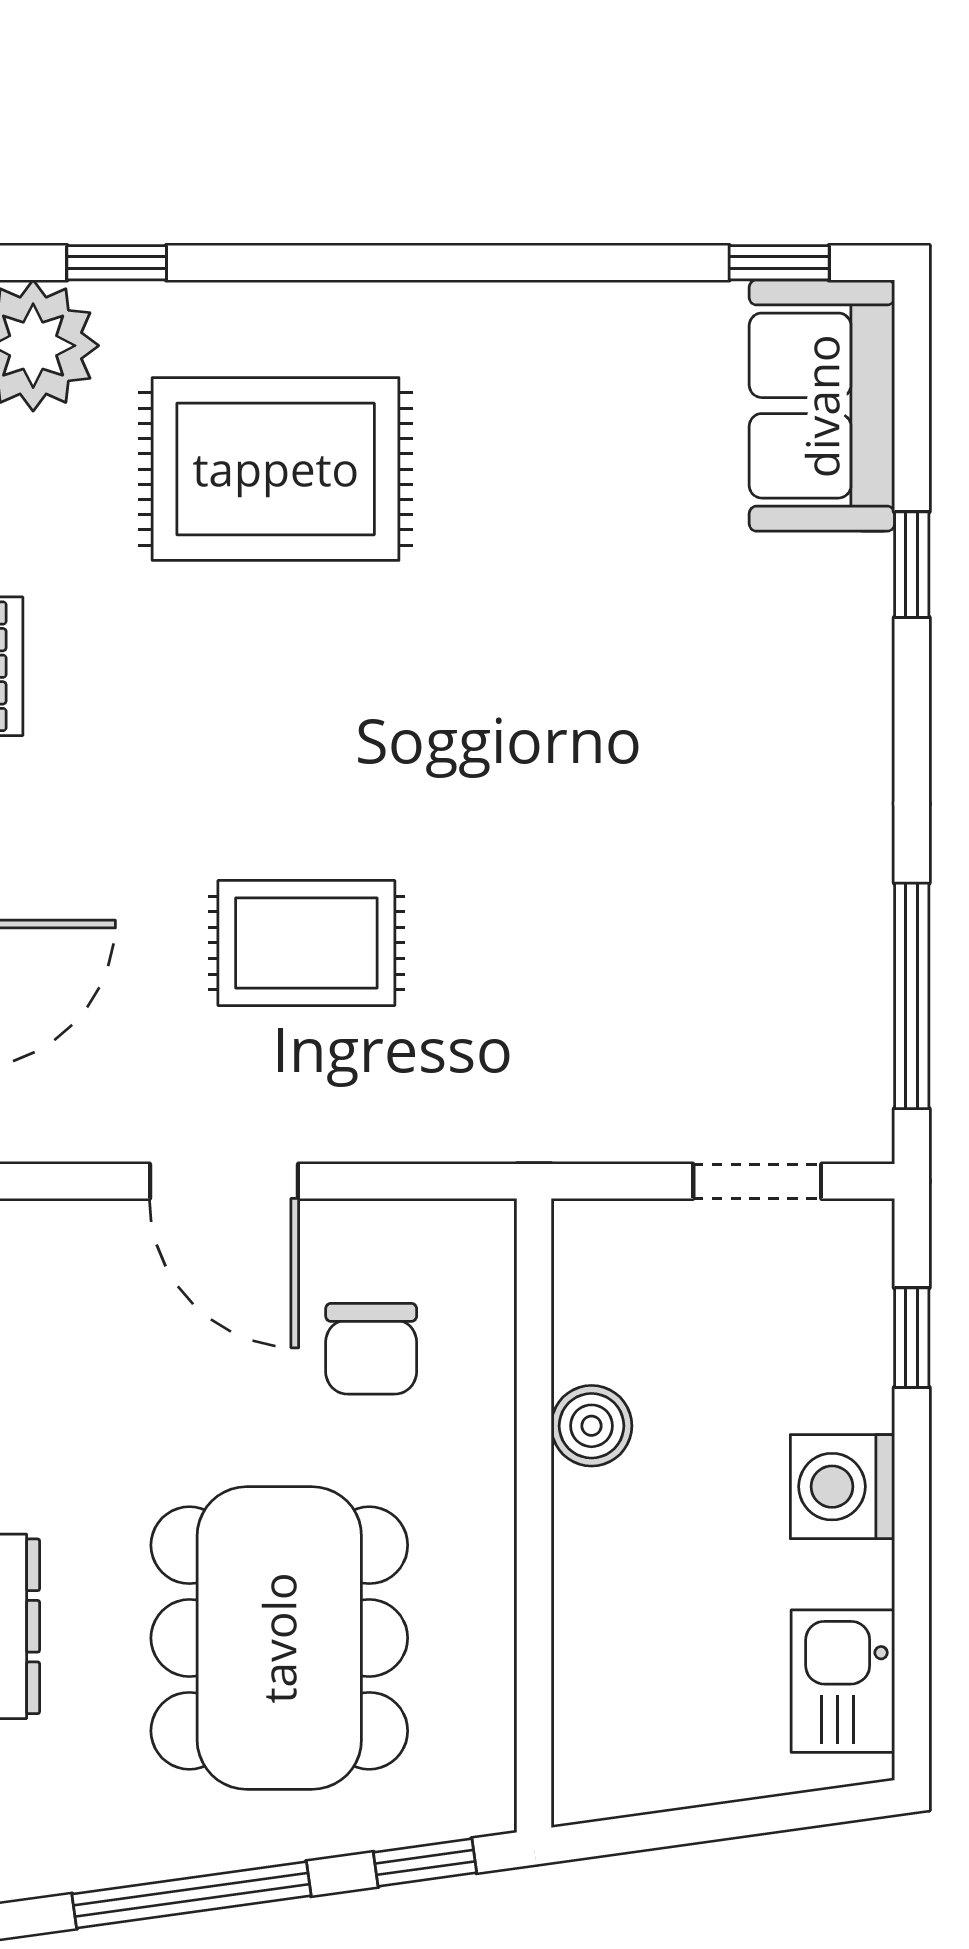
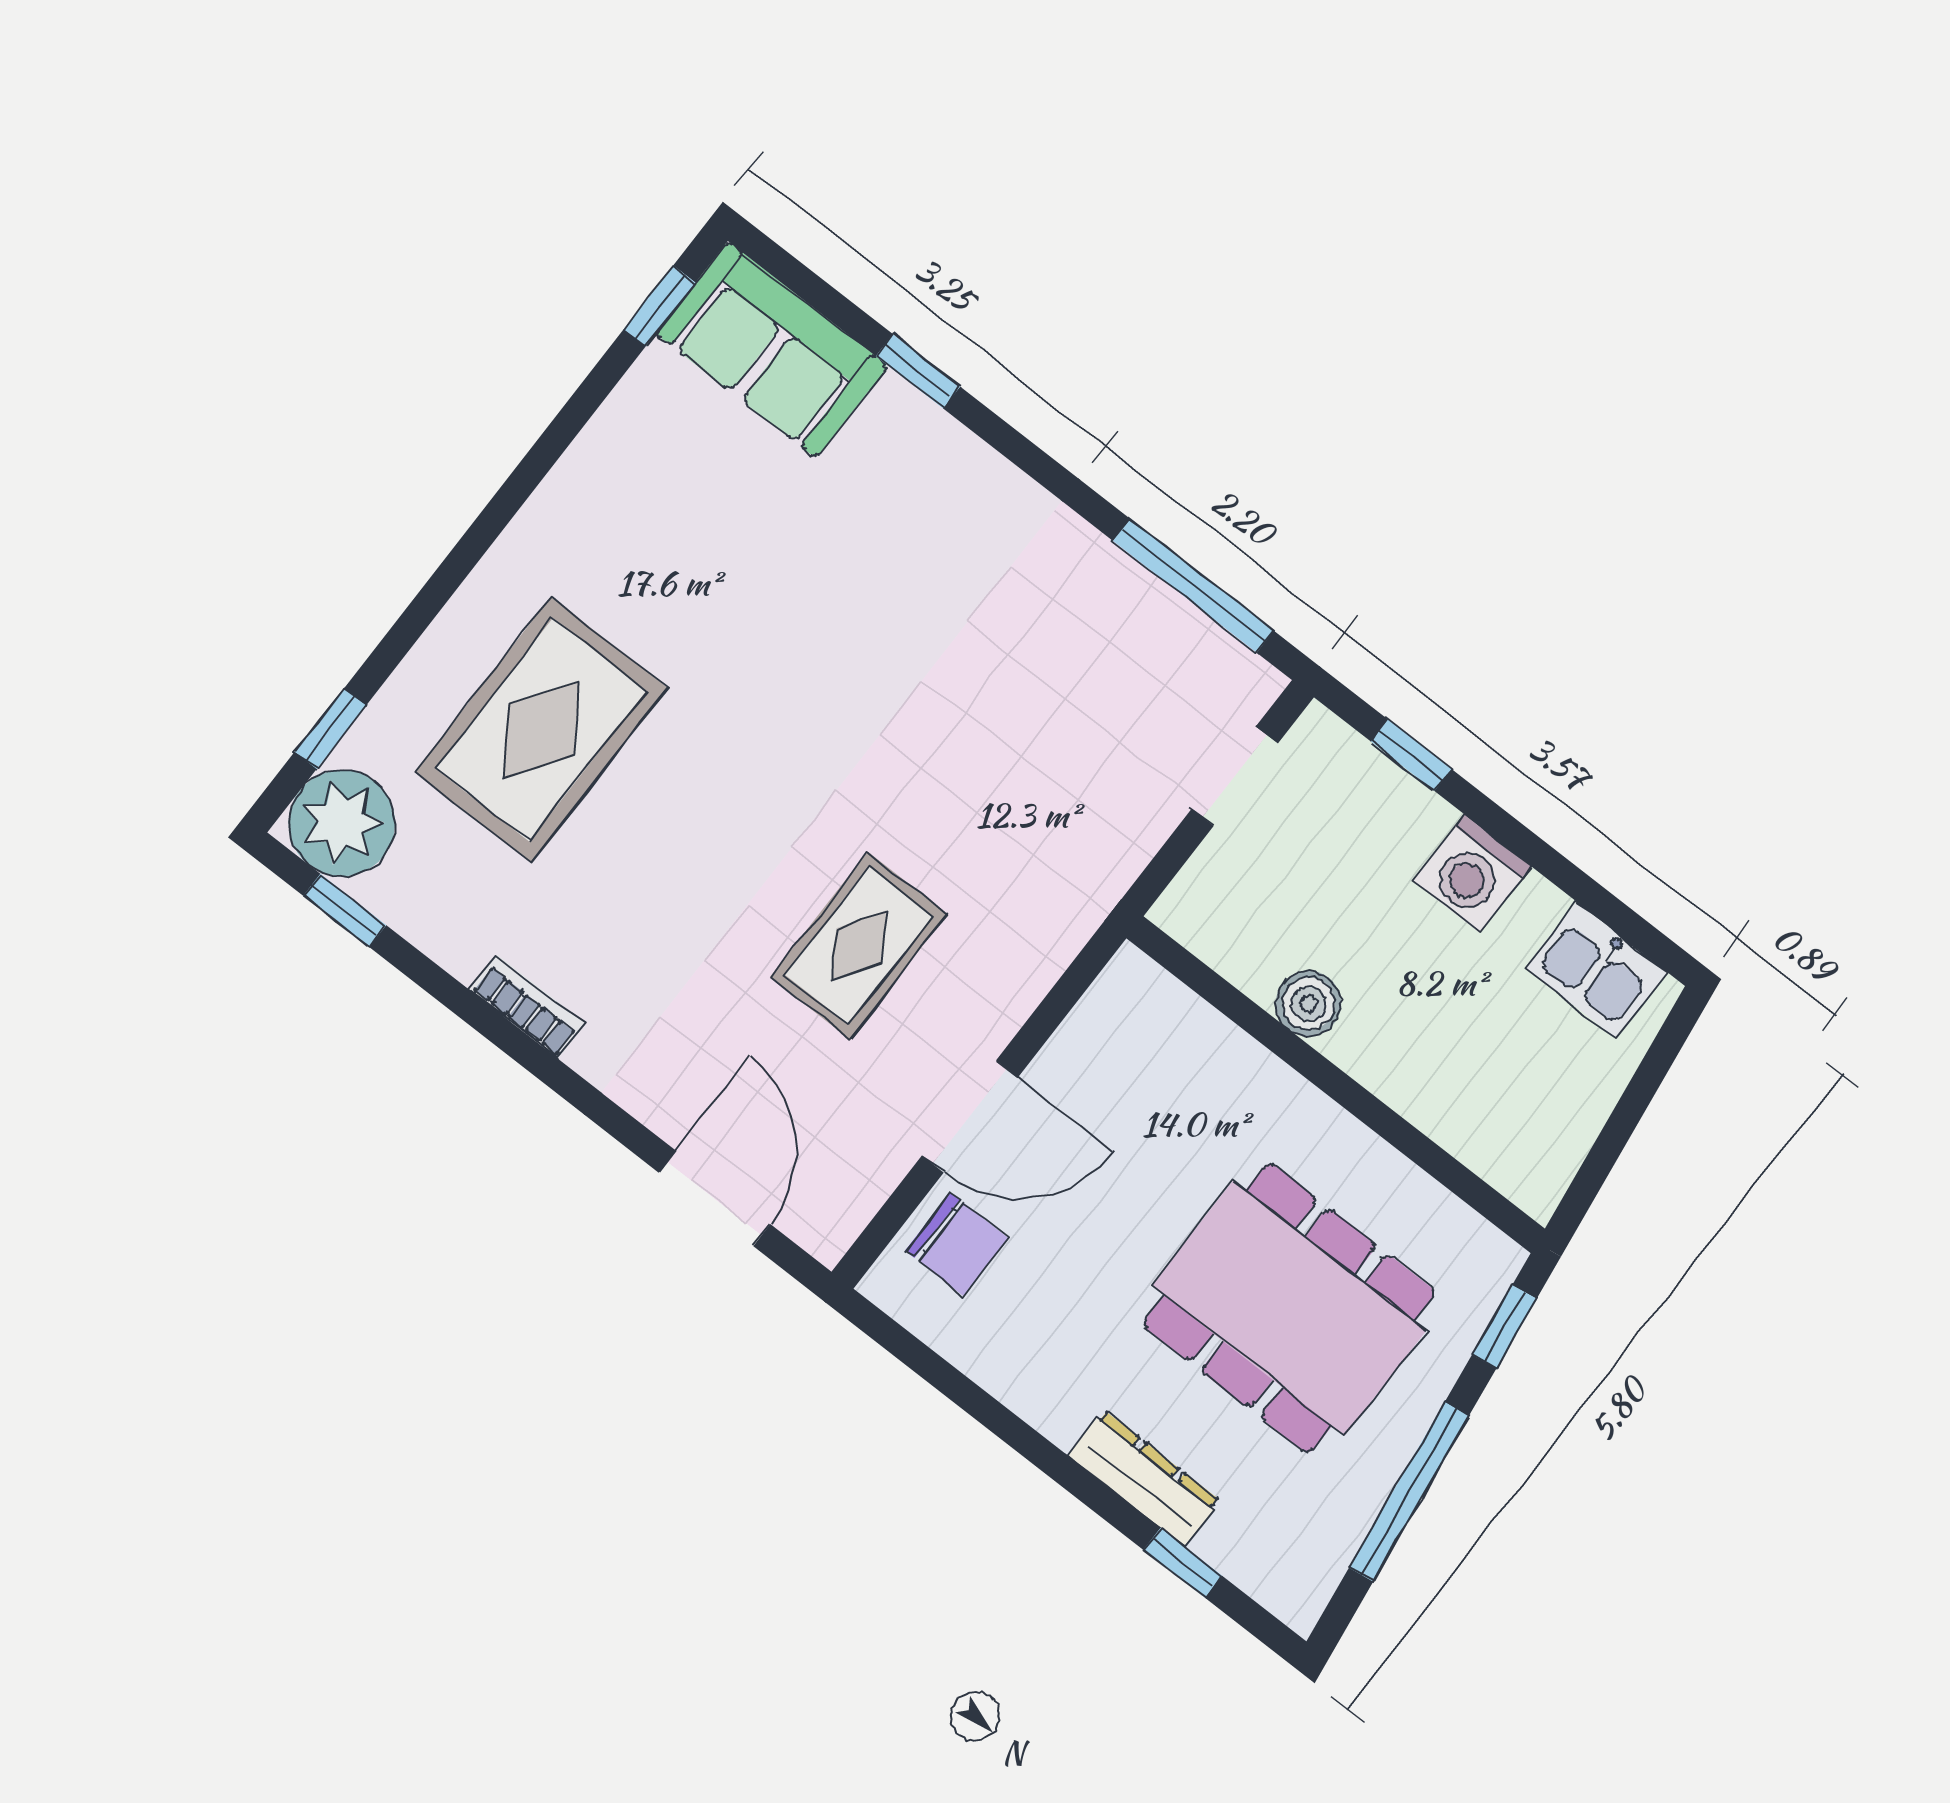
chair: (371, 1349) -> (957, 1244), moved

